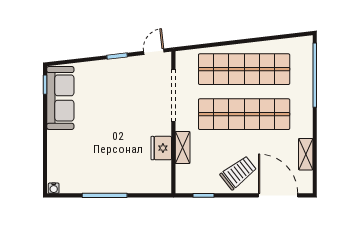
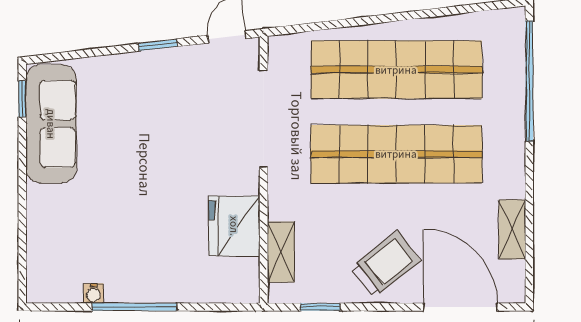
fridge: (161, 148) -> (234, 226), width x1.36, depth x1.34
shelving: (183, 148) -> (281, 252), moved
water cooler: (54, 188) -> (93, 293), moved

